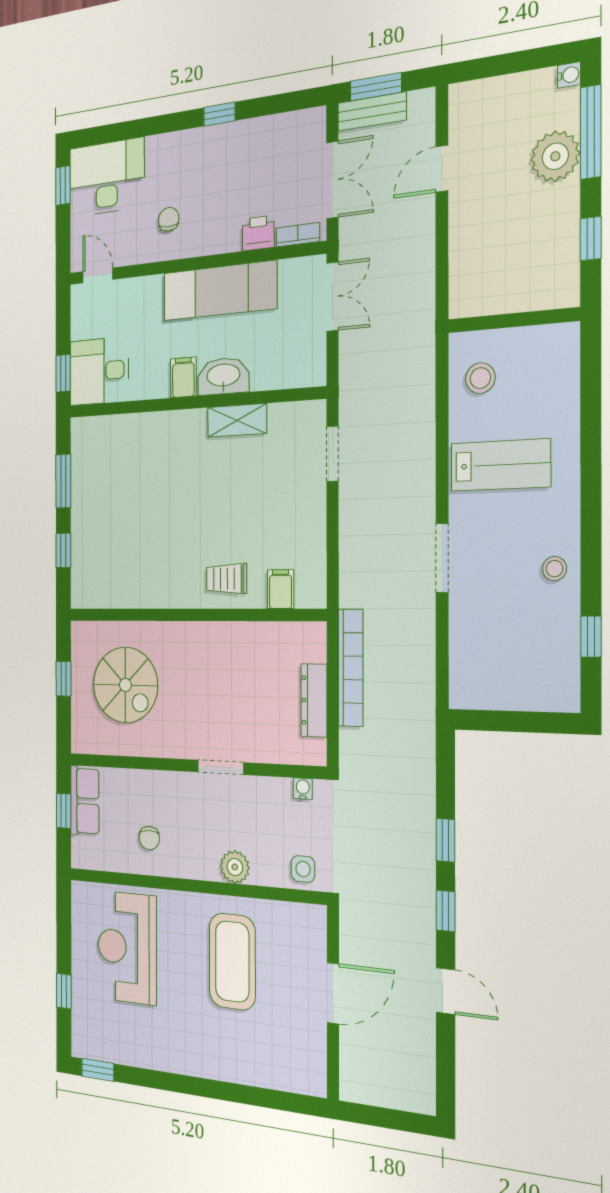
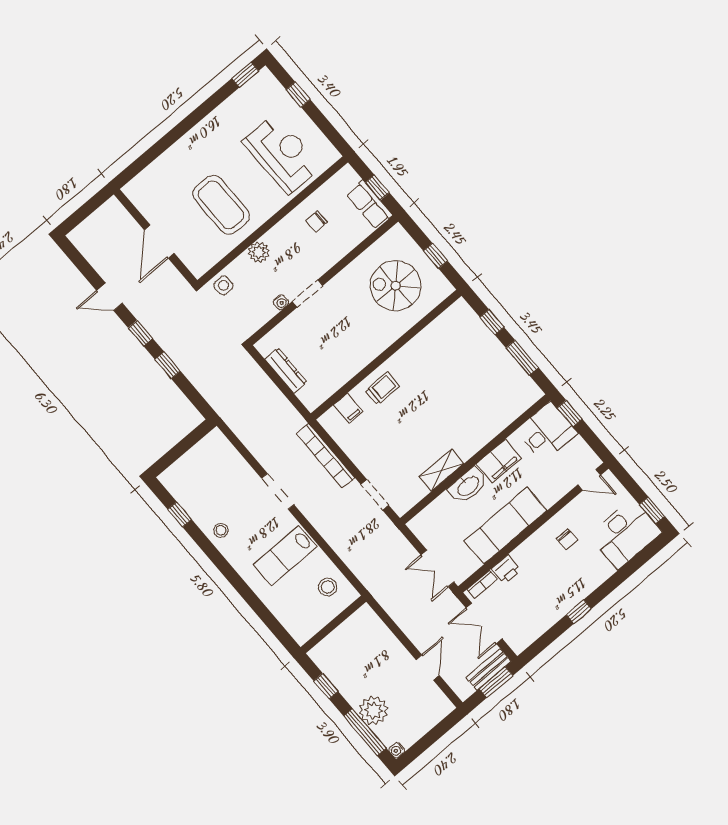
filing cabinet: (183, 377) -> (499, 461), width x2.00
bookcase: (351, 668) -> (326, 456), moved
water cooler: (303, 789) -> (281, 302), moved
chair: (149, 838) -> (317, 221), turned -90

